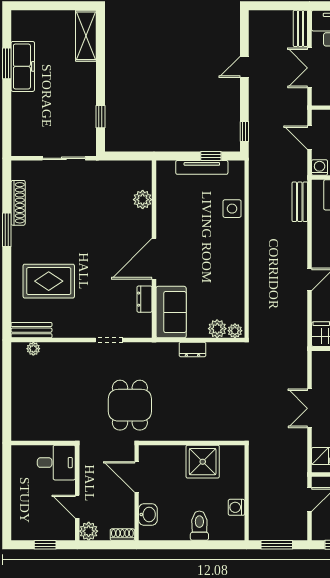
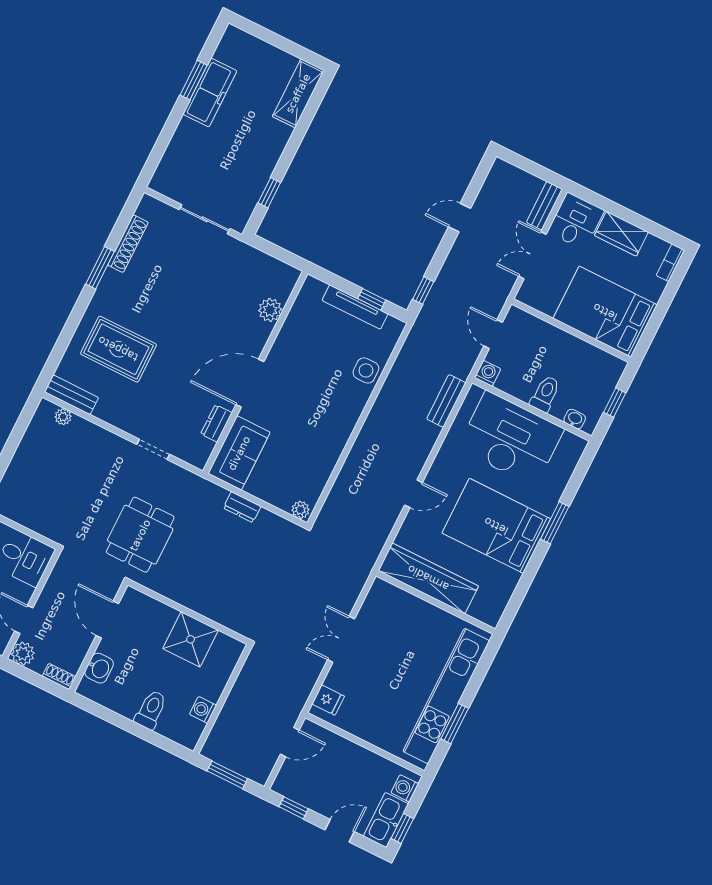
plant: (217, 329) -> (282, 498), removed

